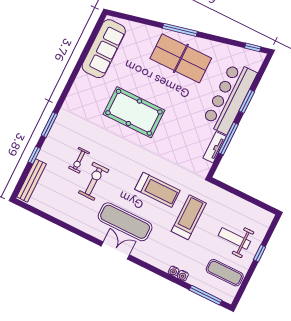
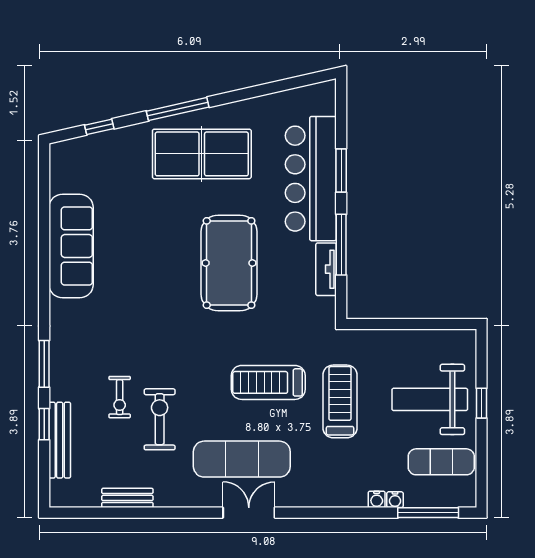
window: (253, 47) -> (99, 127), moved
sofa: (104, 49) -> (71, 246), moved
pool table: (134, 112) -> (229, 263), moved, turned 90
bench: (32, 180) -> (60, 440), moved
treadmill: (157, 190) -> (268, 382), turned 180
bench: (58, 213) -> (127, 498), added
weight bench: (234, 238) -> (430, 399), width x1.36, depth x1.33
water cooler: (174, 271) -> (395, 500), moved

